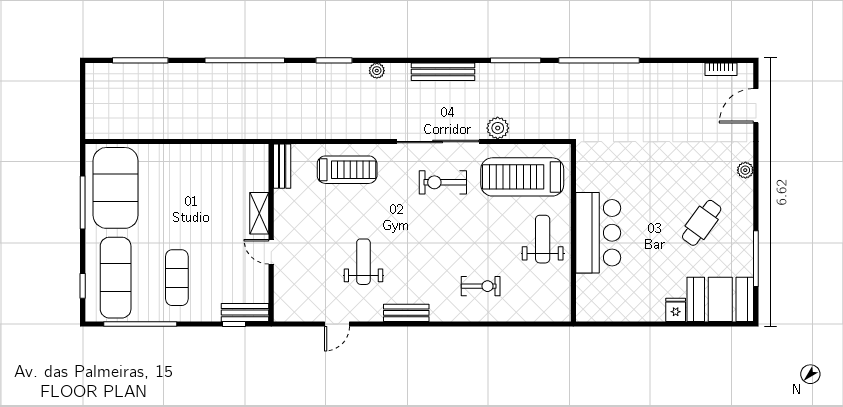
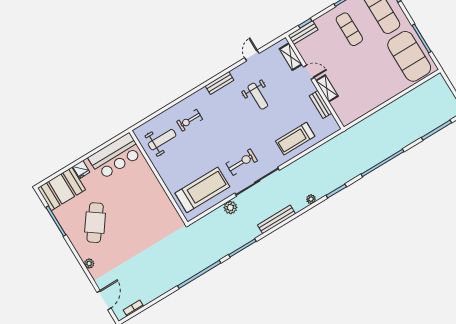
bench: (282, 166) -> (321, 104), moved
cafe table: (702, 223) -> (95, 223), width x1.37, depth x1.35
bar counter: (598, 233) -> (115, 156), moved, turned -90
weight bench: (543, 239) -> (162, 140), moved, turned -90
shelving: (283, 289) -> (291, 57), added

